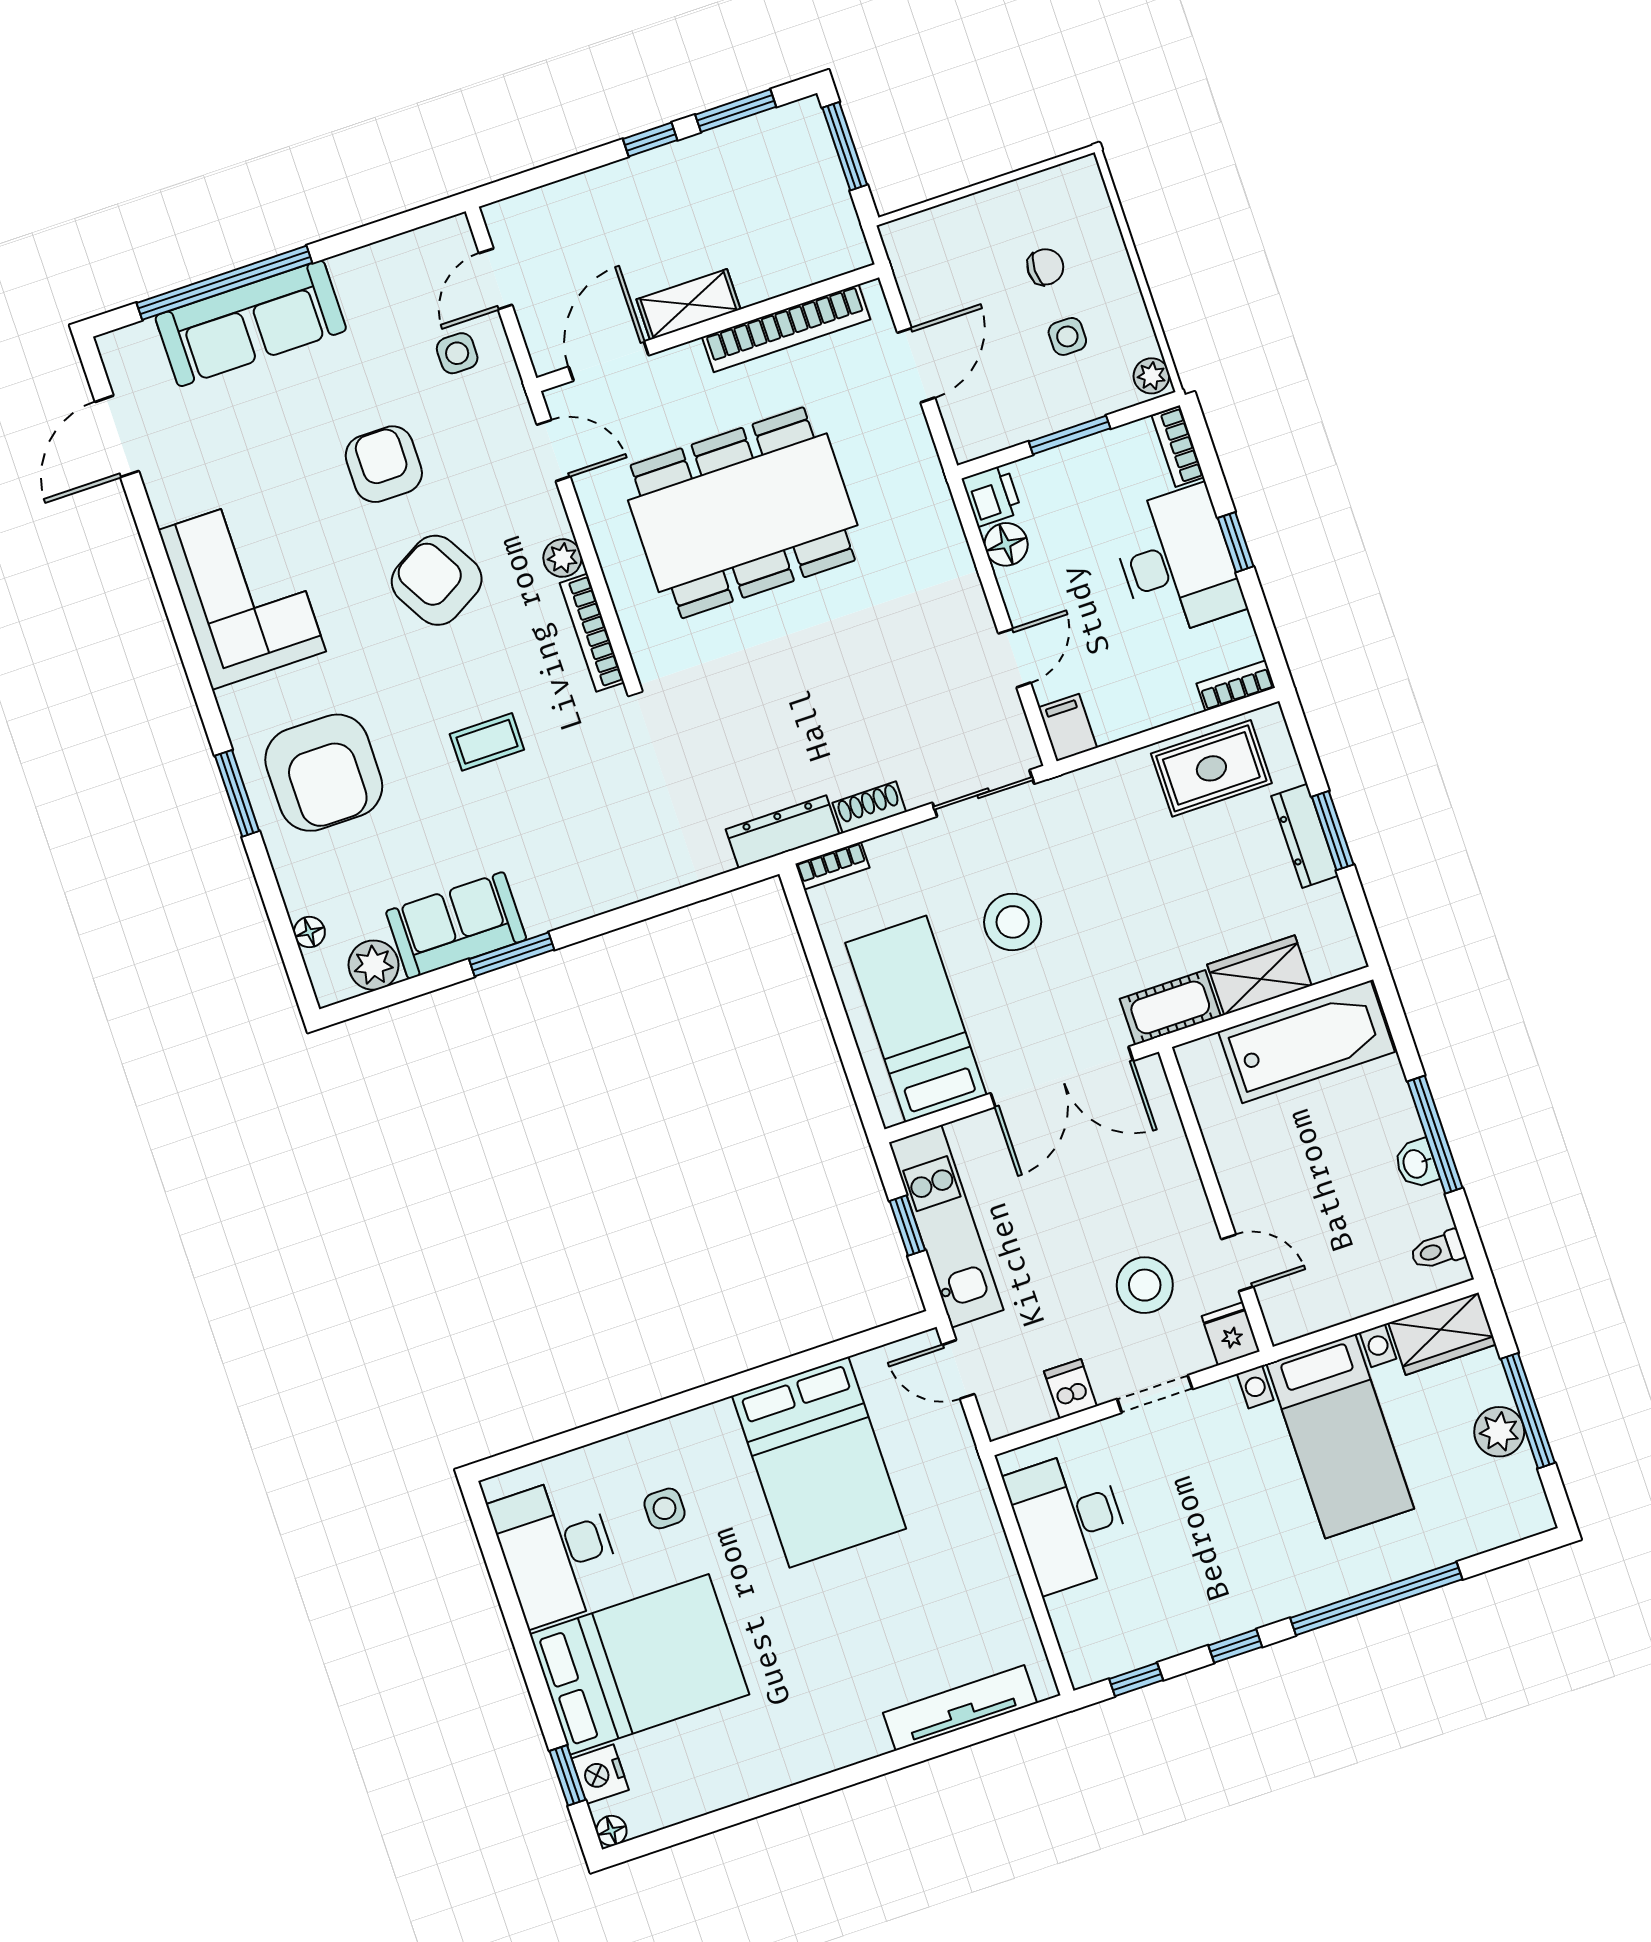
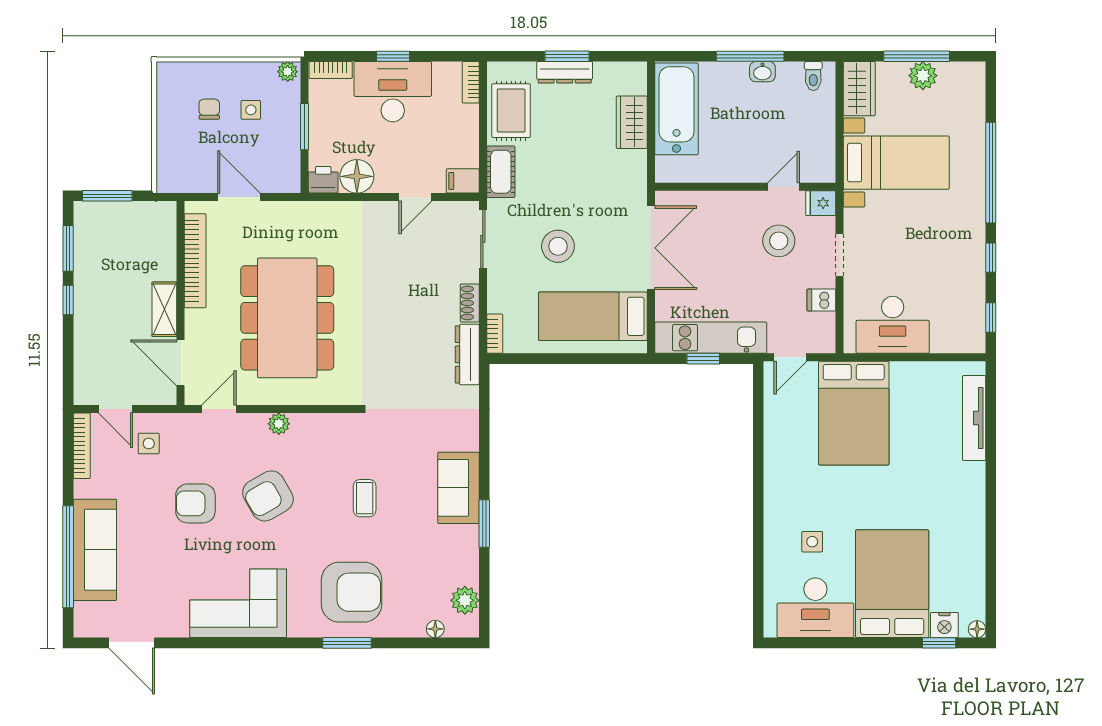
floor lamp: (1006, 544) -> (357, 176), width x1.38, depth x1.38
bookcase: (592, 633) -> (82, 446), moved, turned -90
door: (1015, 658) -> (415, 197), swing flipped
sofa: (456, 925) -> (458, 488), moved
cot: (1170, 1007) -> (501, 172), moved
bed: (819, 1462) -> (854, 413), moved, turned 90

